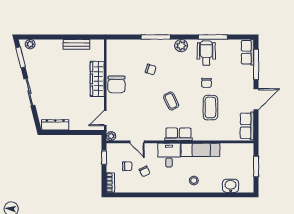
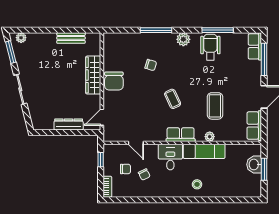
chair: (206, 83) -> (211, 79), removed
dresser: (55, 125) -> (69, 124), moved
plant: (111, 136) -> (210, 137), moved
washbasin: (230, 186) -> (254, 164), moved, turned -90

